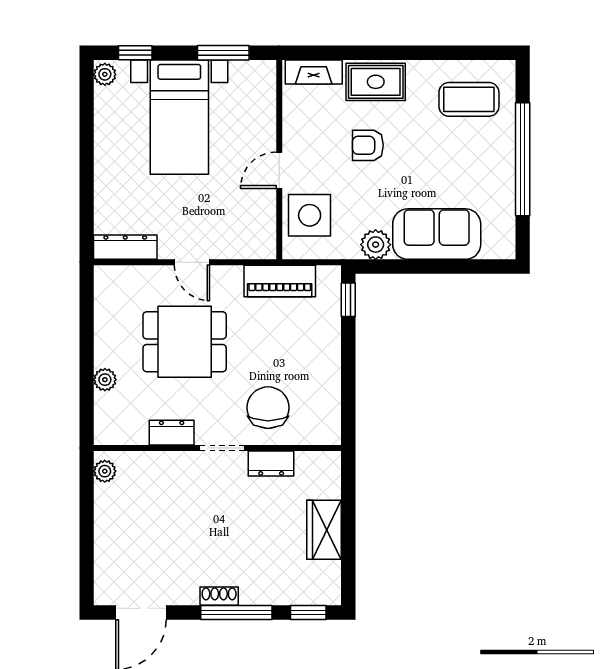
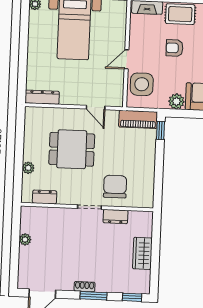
door: (192, 262) -> (96, 108), moved
piano: (280, 281) -> (138, 119), moved
dresser: (172, 433) -> (45, 197), moved
plant: (105, 471) -> (25, 239), moved
window: (236, 612) -> (93, 296), width x0.69

